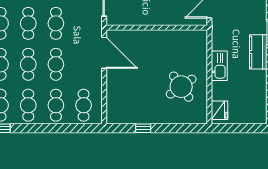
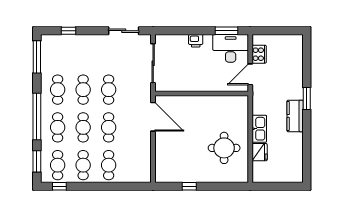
round table: (181, 87) -> (224, 148), turned 35
cafe table: (84, 105) -> (134, 165), removed
fridge: (220, 110) -> (260, 152), moved

